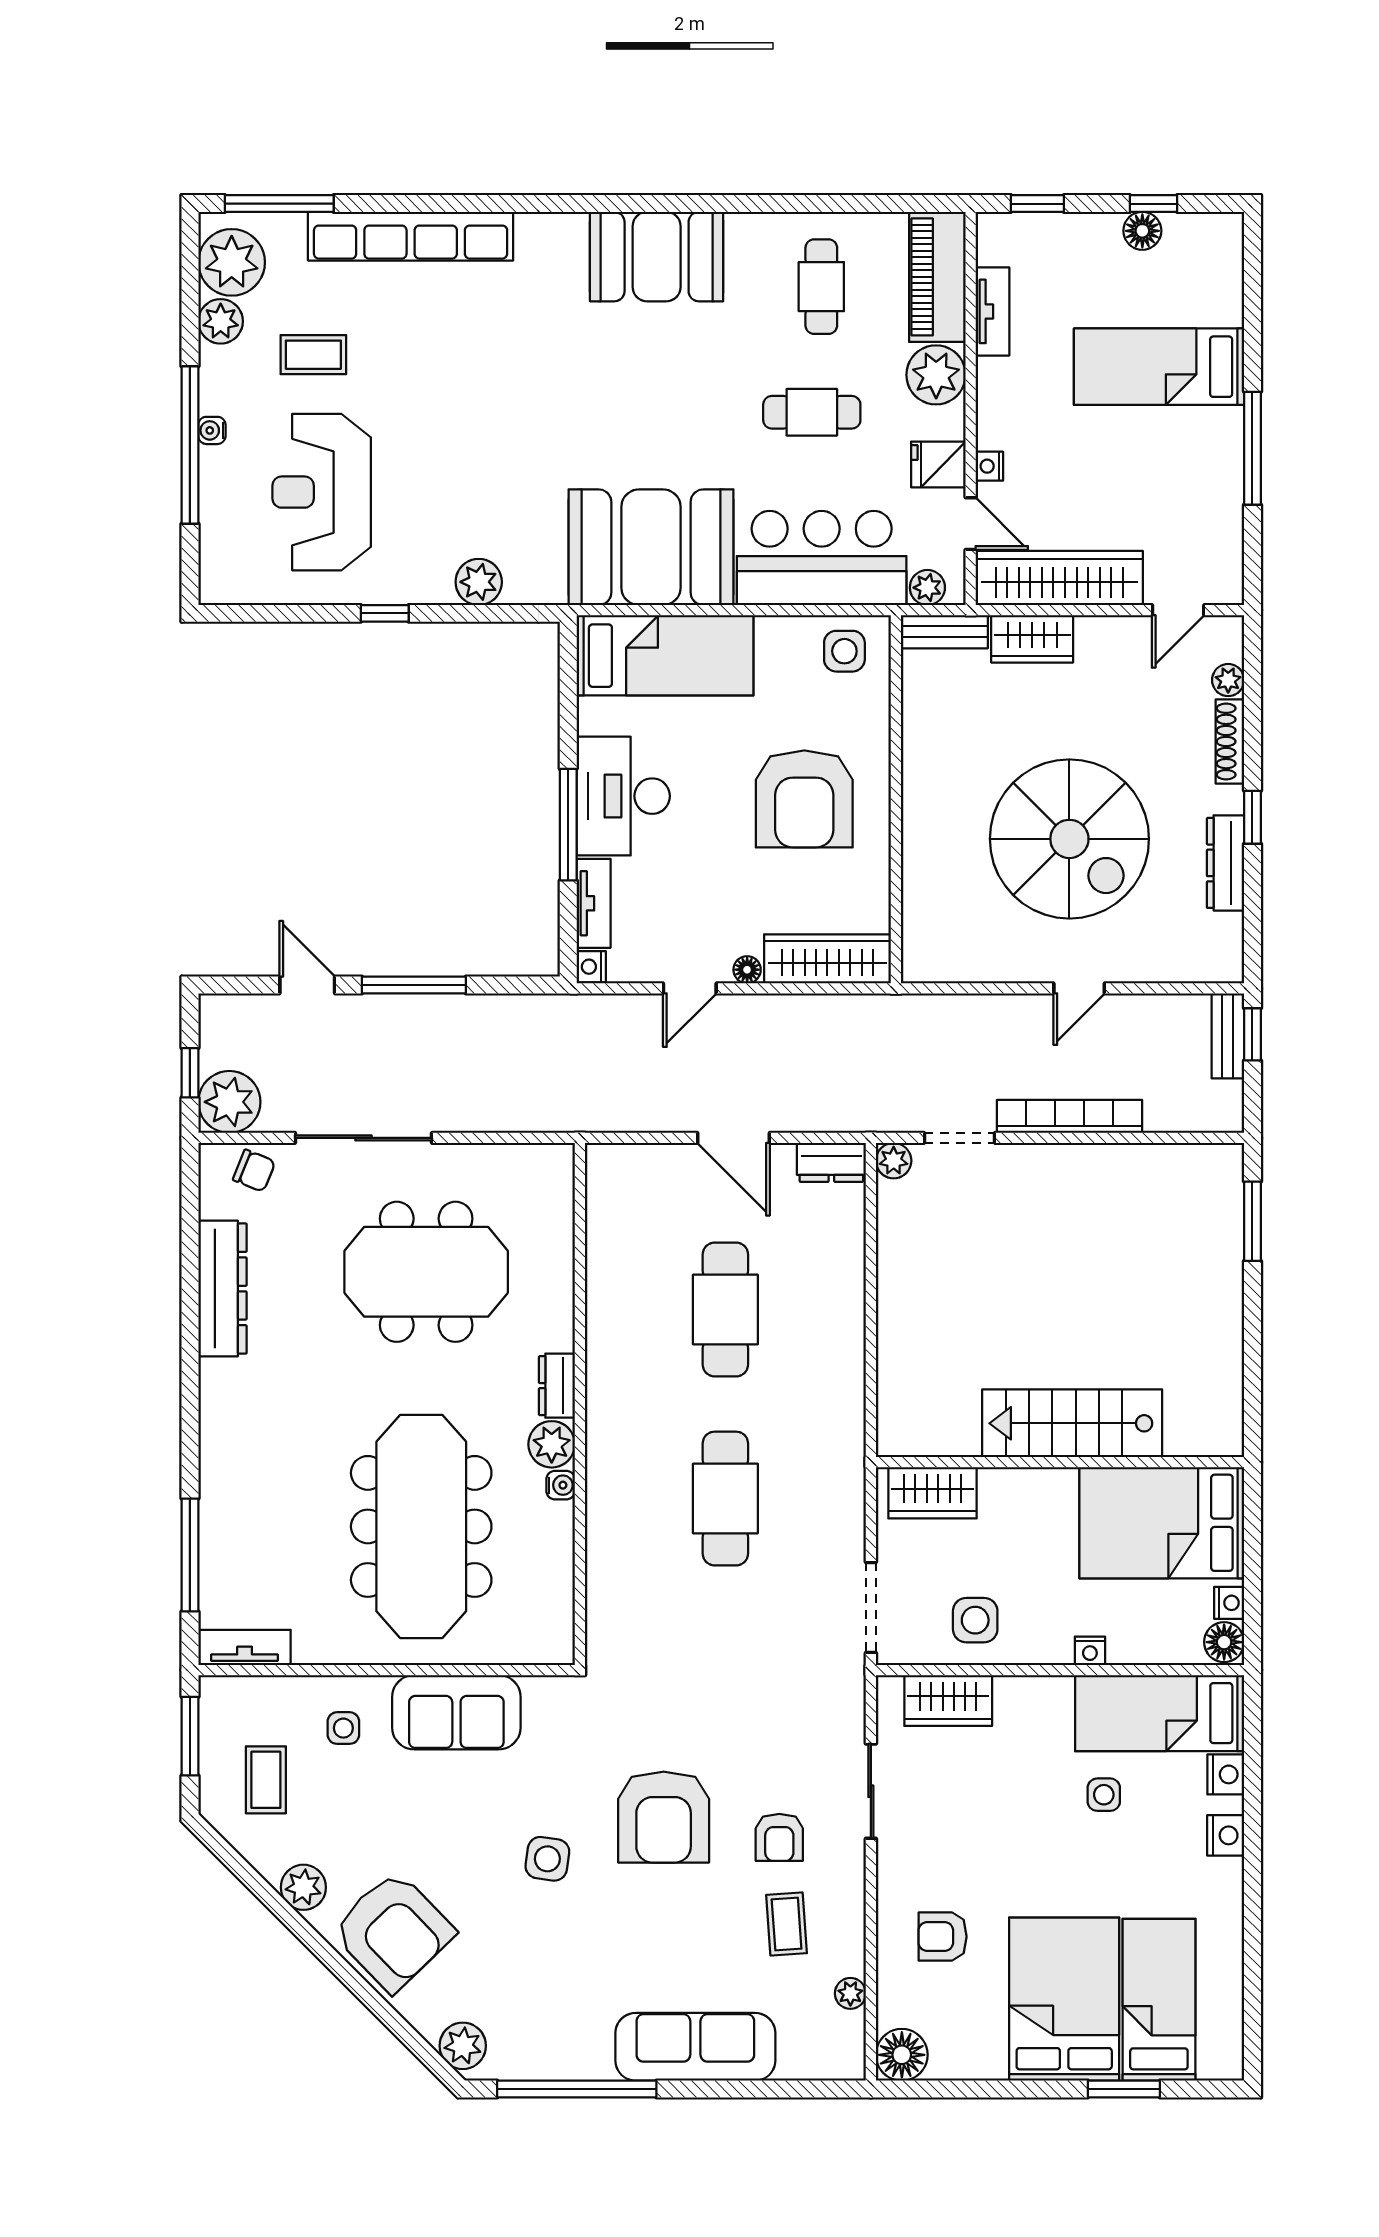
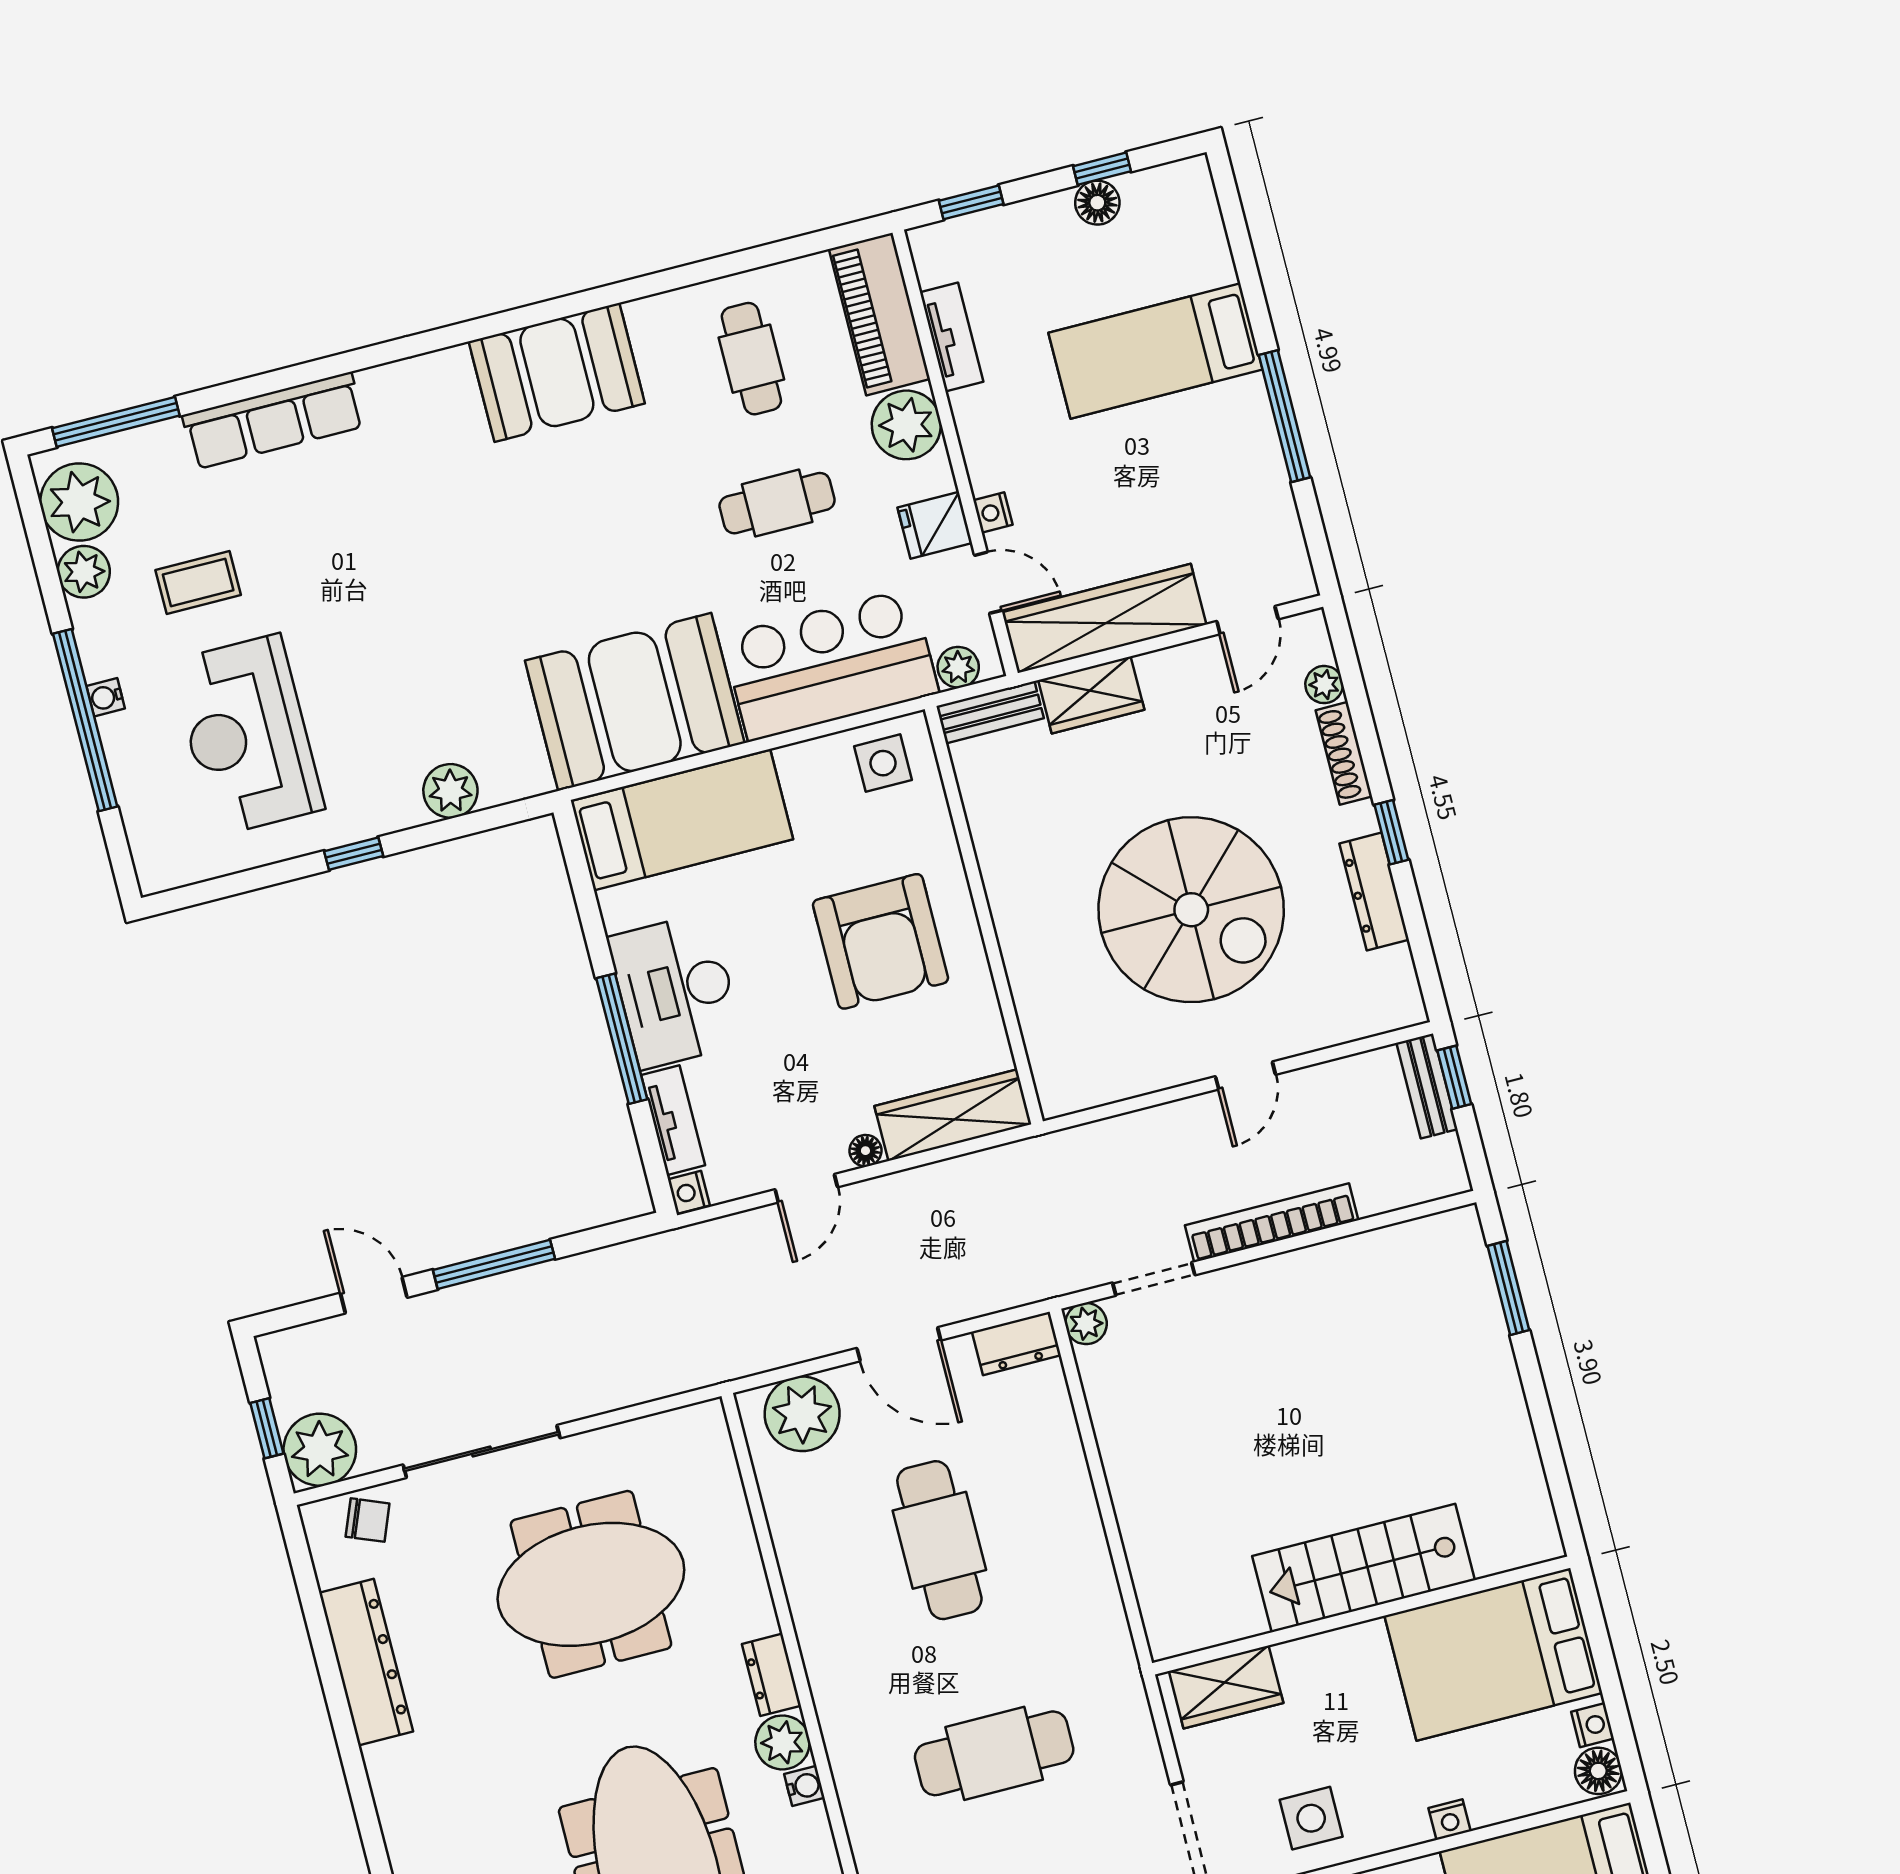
row of seats: (411, 236) -> (273, 421), width x0.73
plant: (638, 1175) -> (802, 1414), added
cafe table: (725, 1499) -> (994, 1753), turned 90

